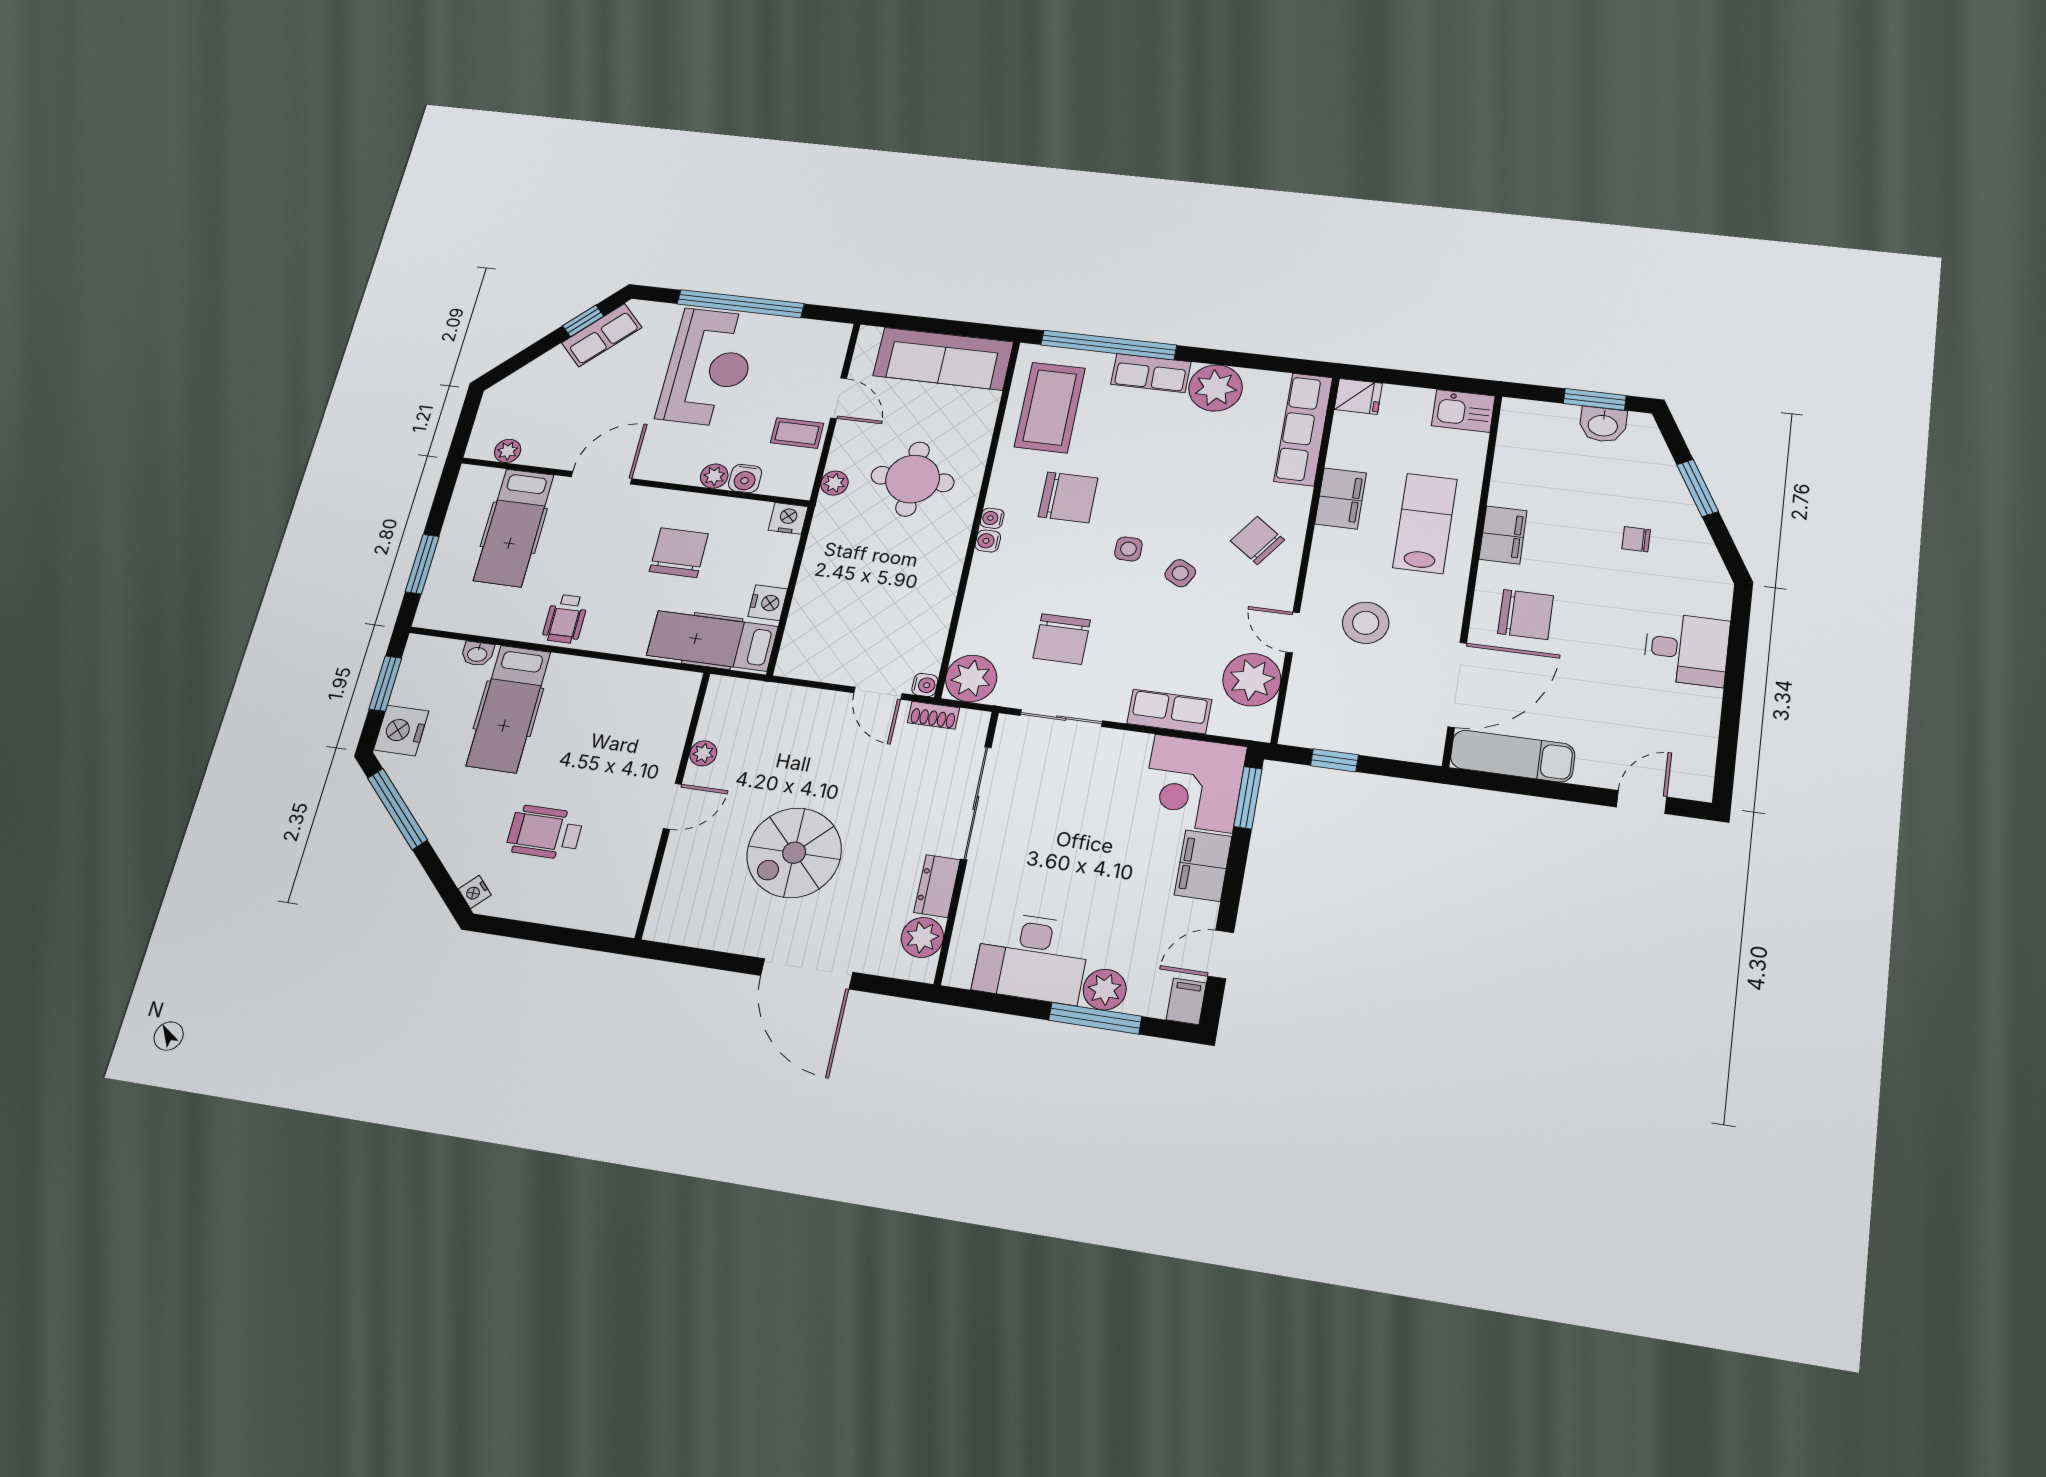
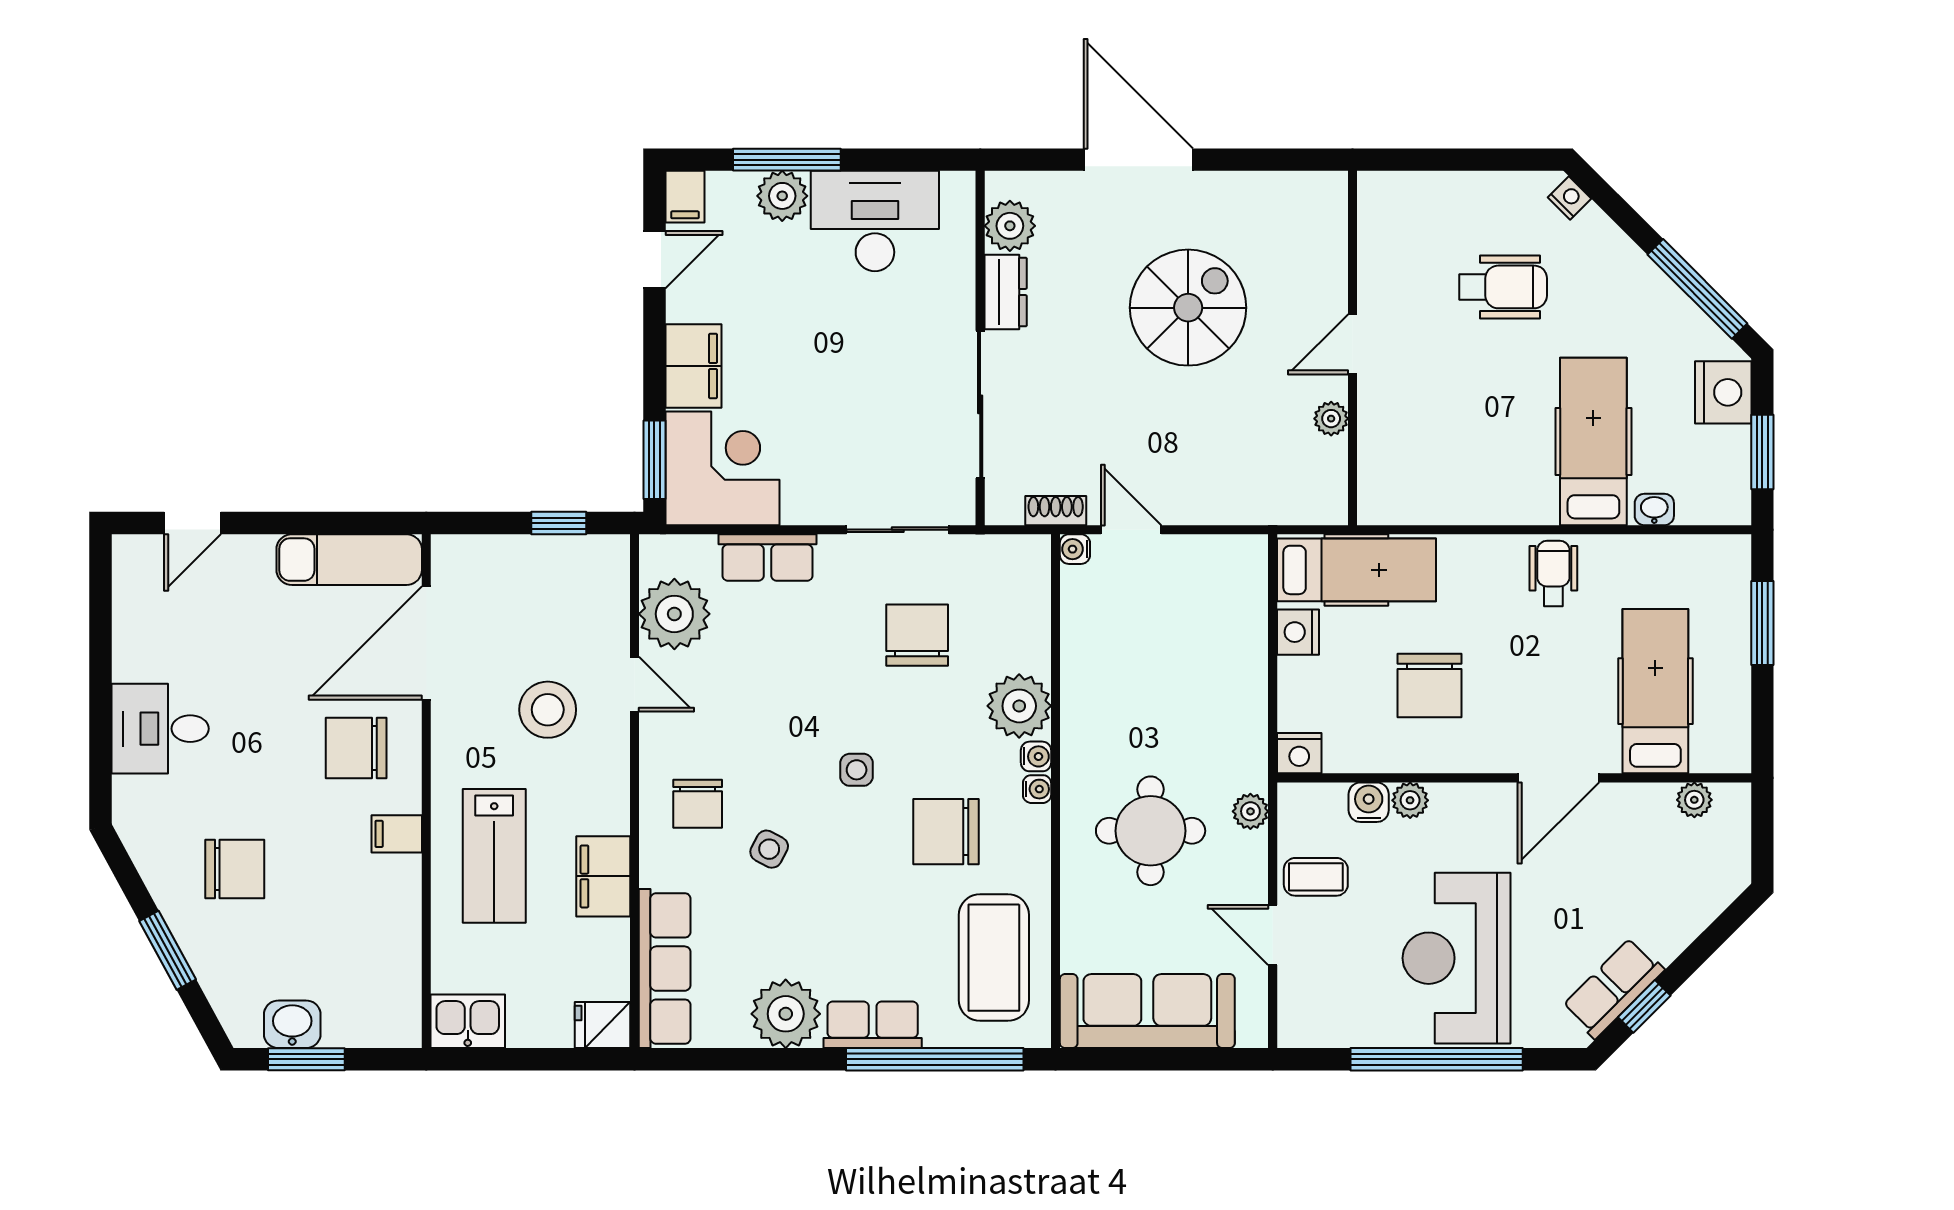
filing cabinet: (1503, 535) -> (397, 834), width x0.50
chair: (1636, 539) -> (235, 869), width x1.87, depth x1.87
chair: (1257, 540) -> (698, 804), turned 54
side table: (1180, 573) -> (769, 849), moved
plant: (971, 678) -> (1019, 706), moved

